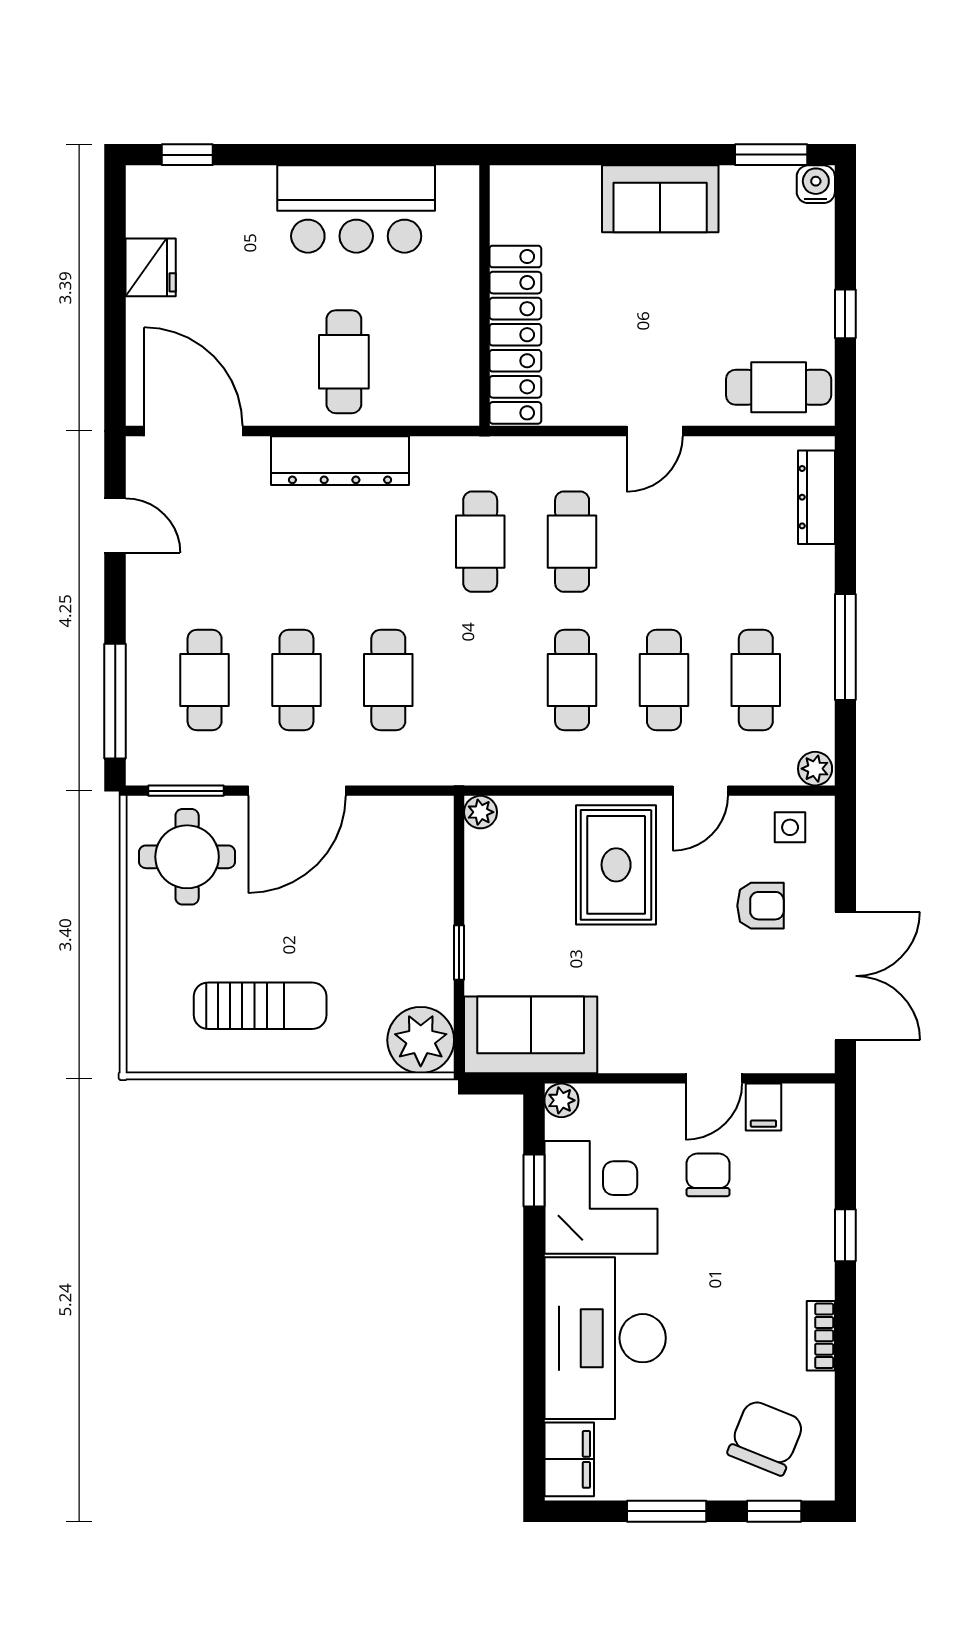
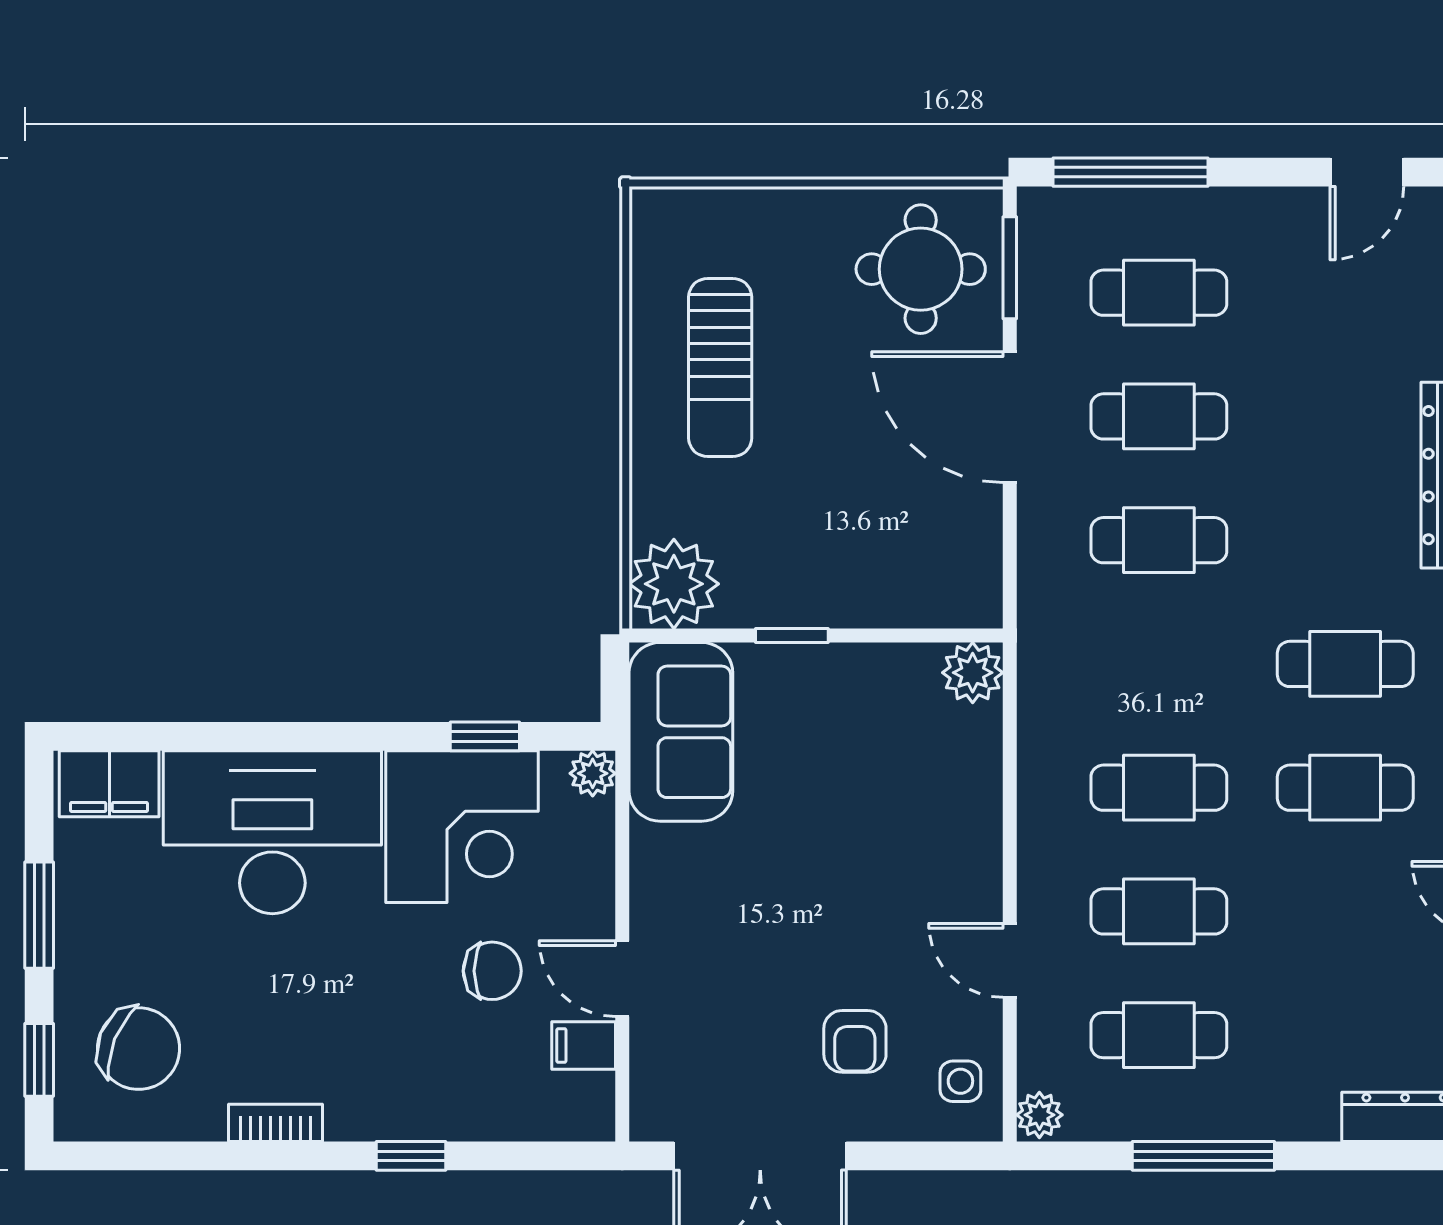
plant: (480, 812) -> (973, 673), width x1.38, depth x1.38
rug: (616, 865) -> (910, 847), removed

